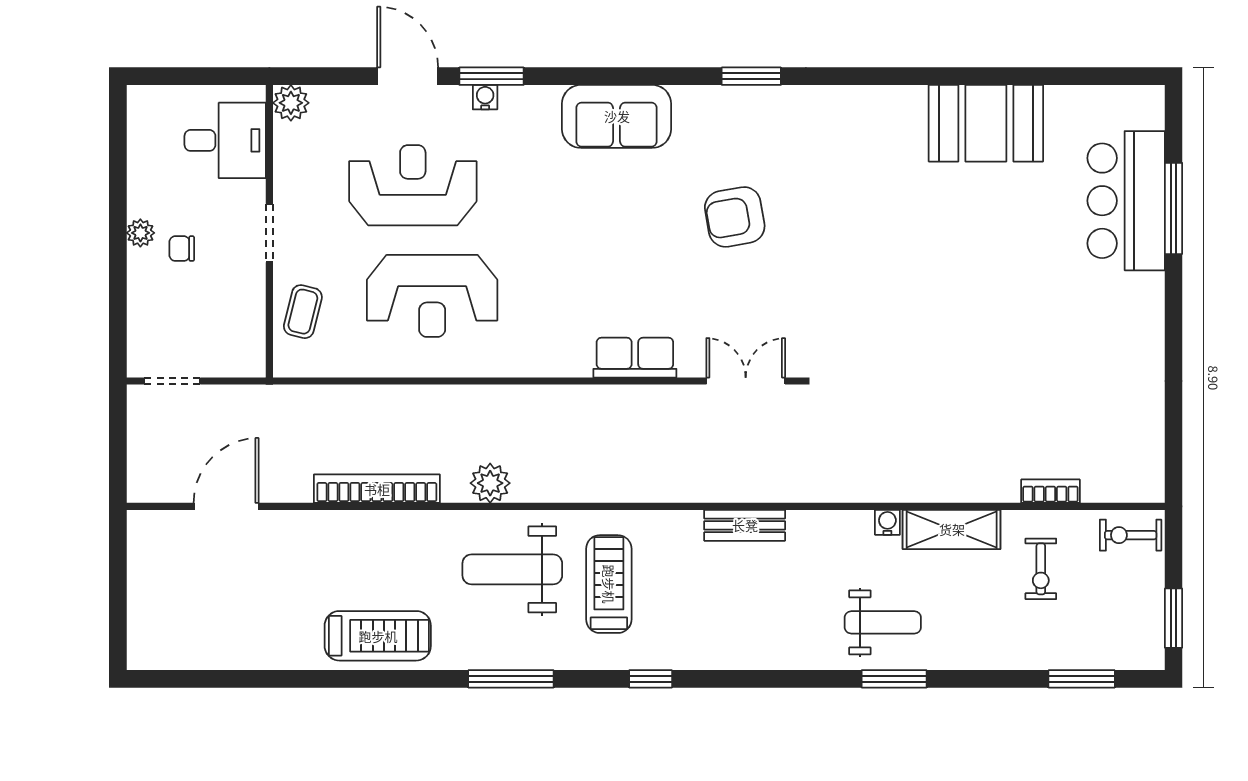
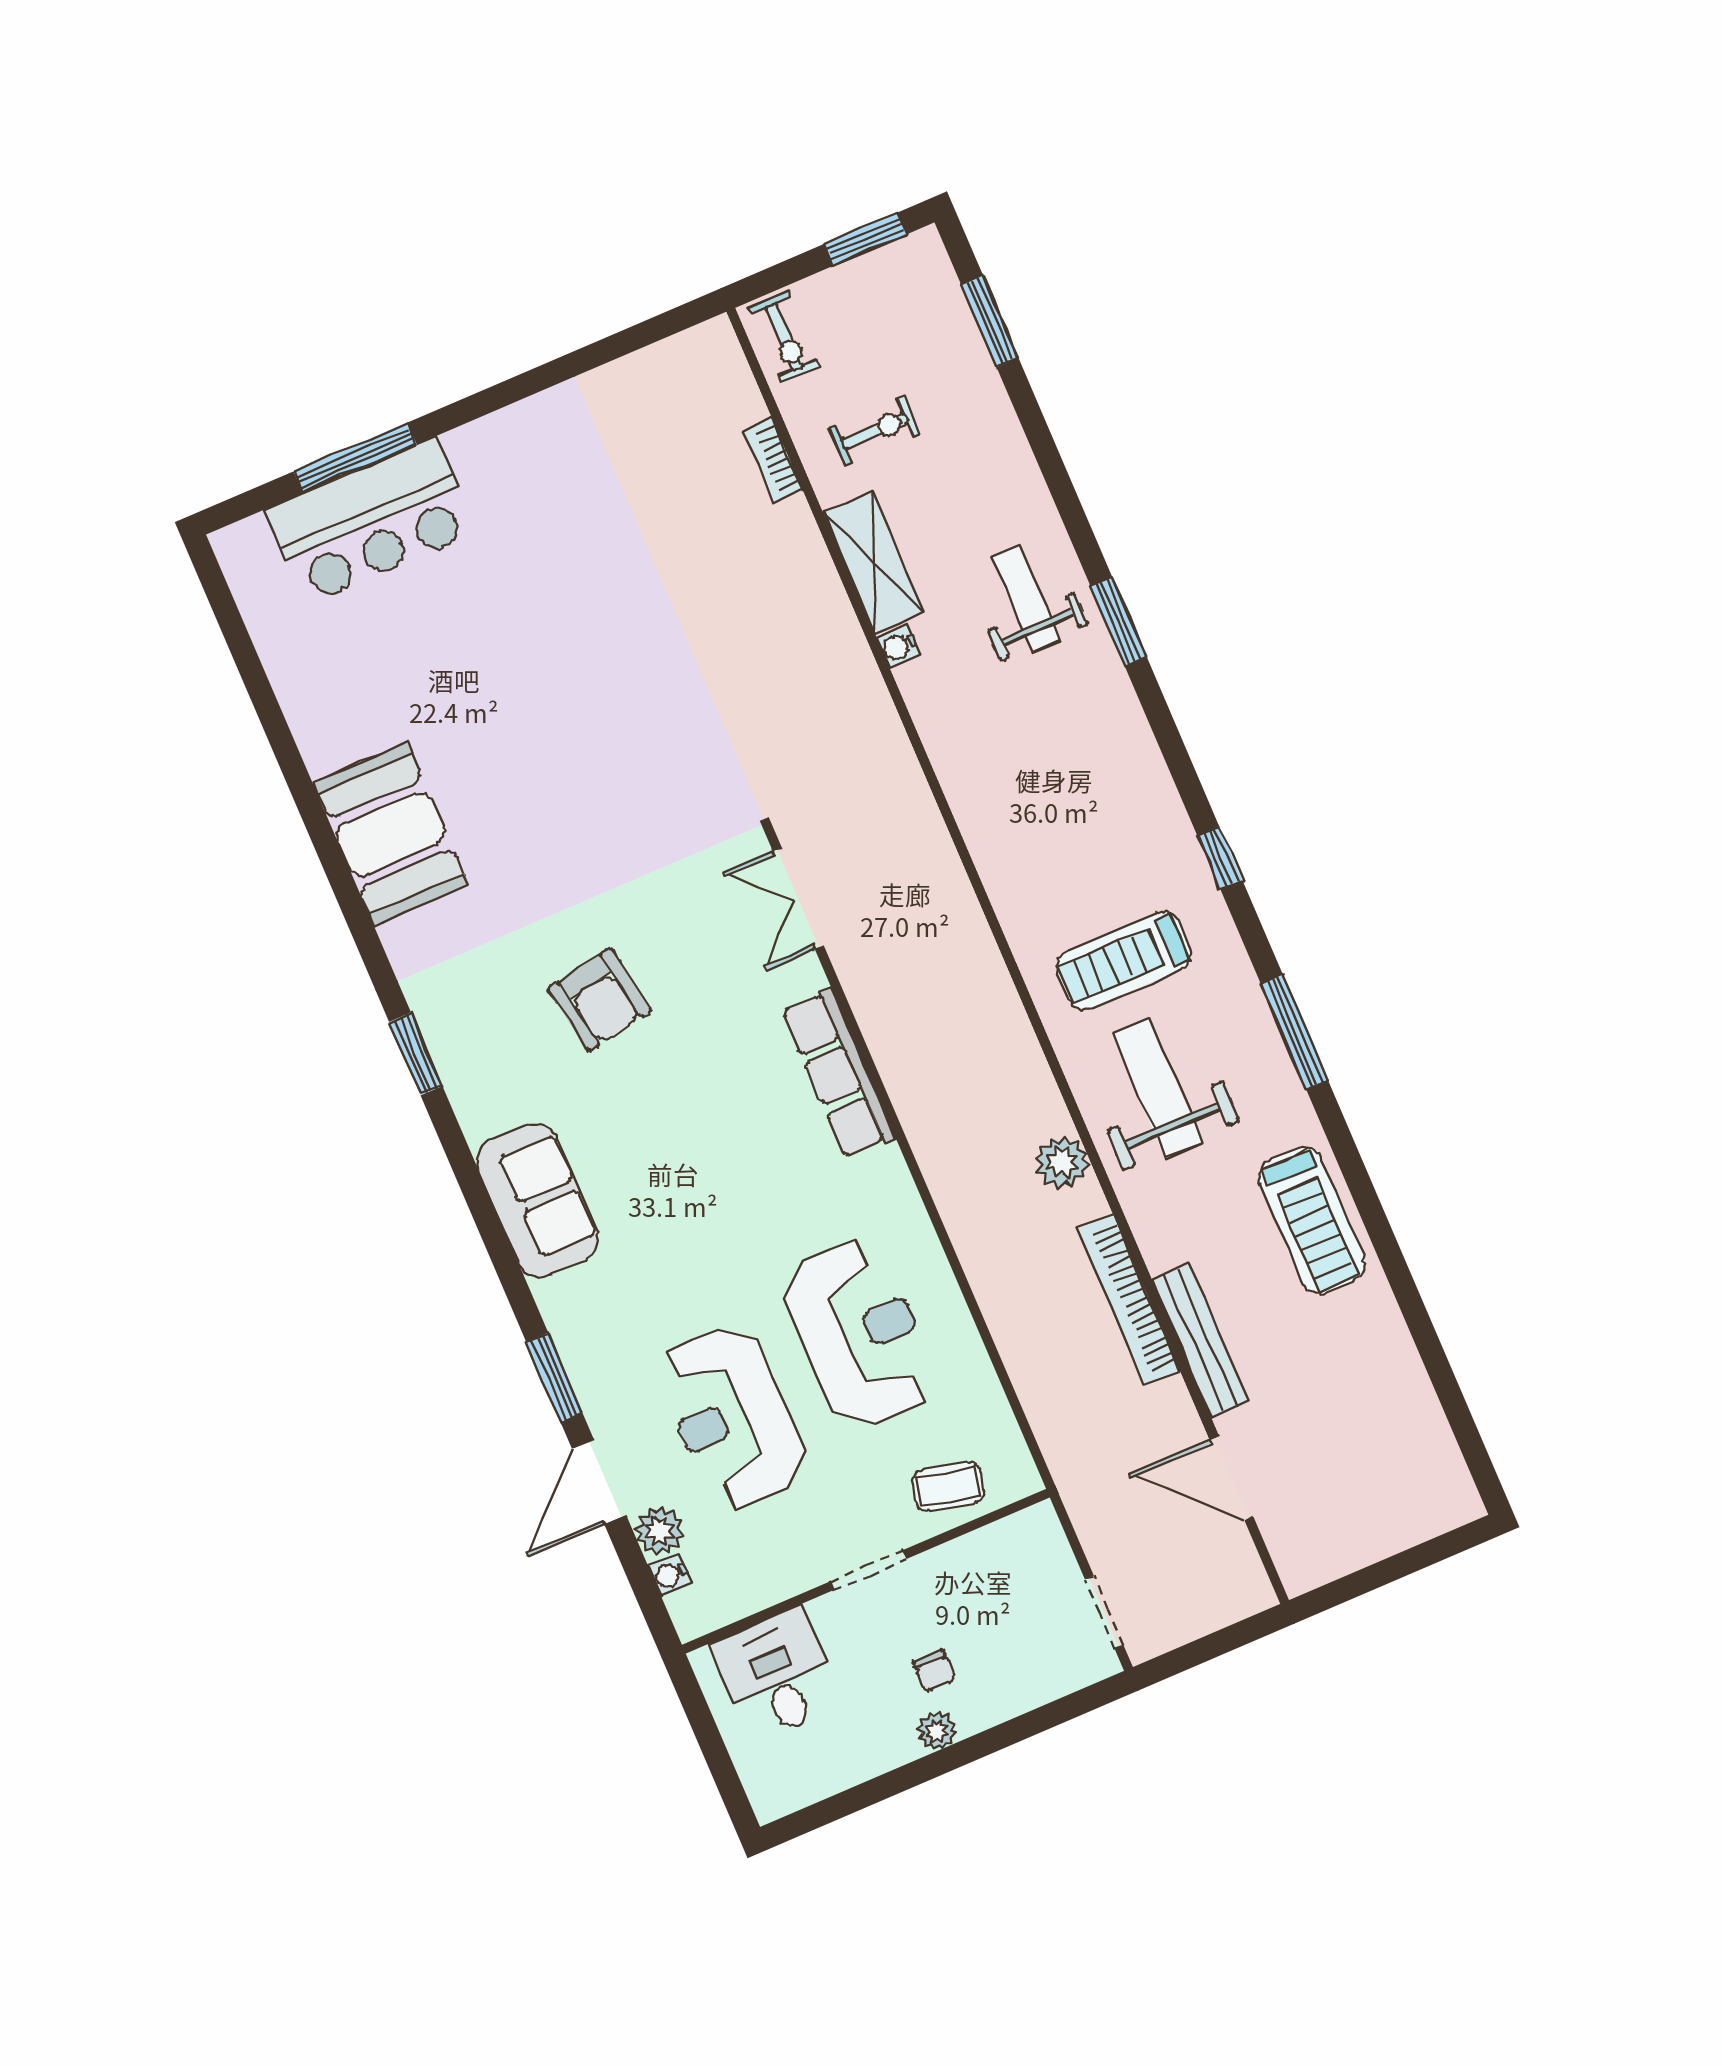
water cooler: (485, 97) -> (670, 1575), moved
plant: (291, 103) -> (659, 1531), moved
booth: (986, 123) -> (391, 834), moved
row of seats: (635, 358) -> (839, 1073), width x1.48
bench: (745, 525) -> (1200, 1341), moved, width x1.36
weight bench: (512, 569) -> (1157, 1088), turned 180
treadmill: (378, 636) -> (1312, 1220), turned 180
window: (894, 679) -> (1119, 622), moved

